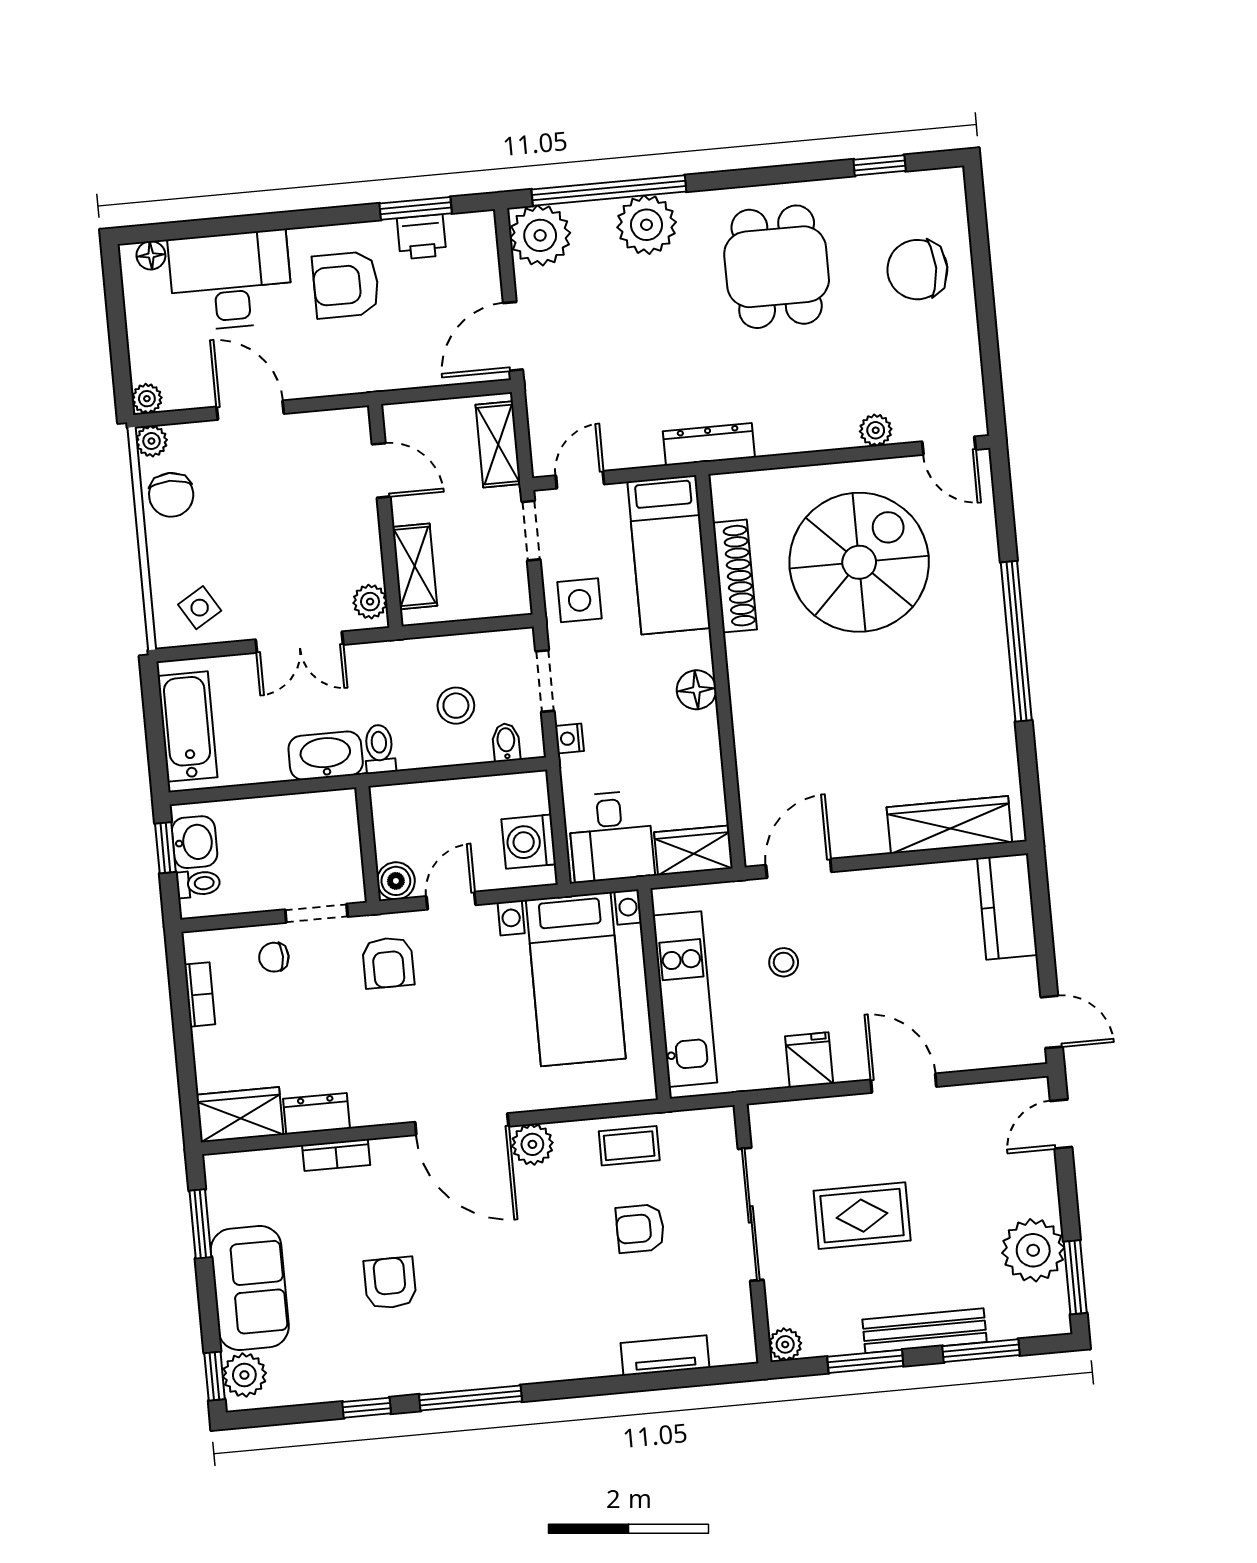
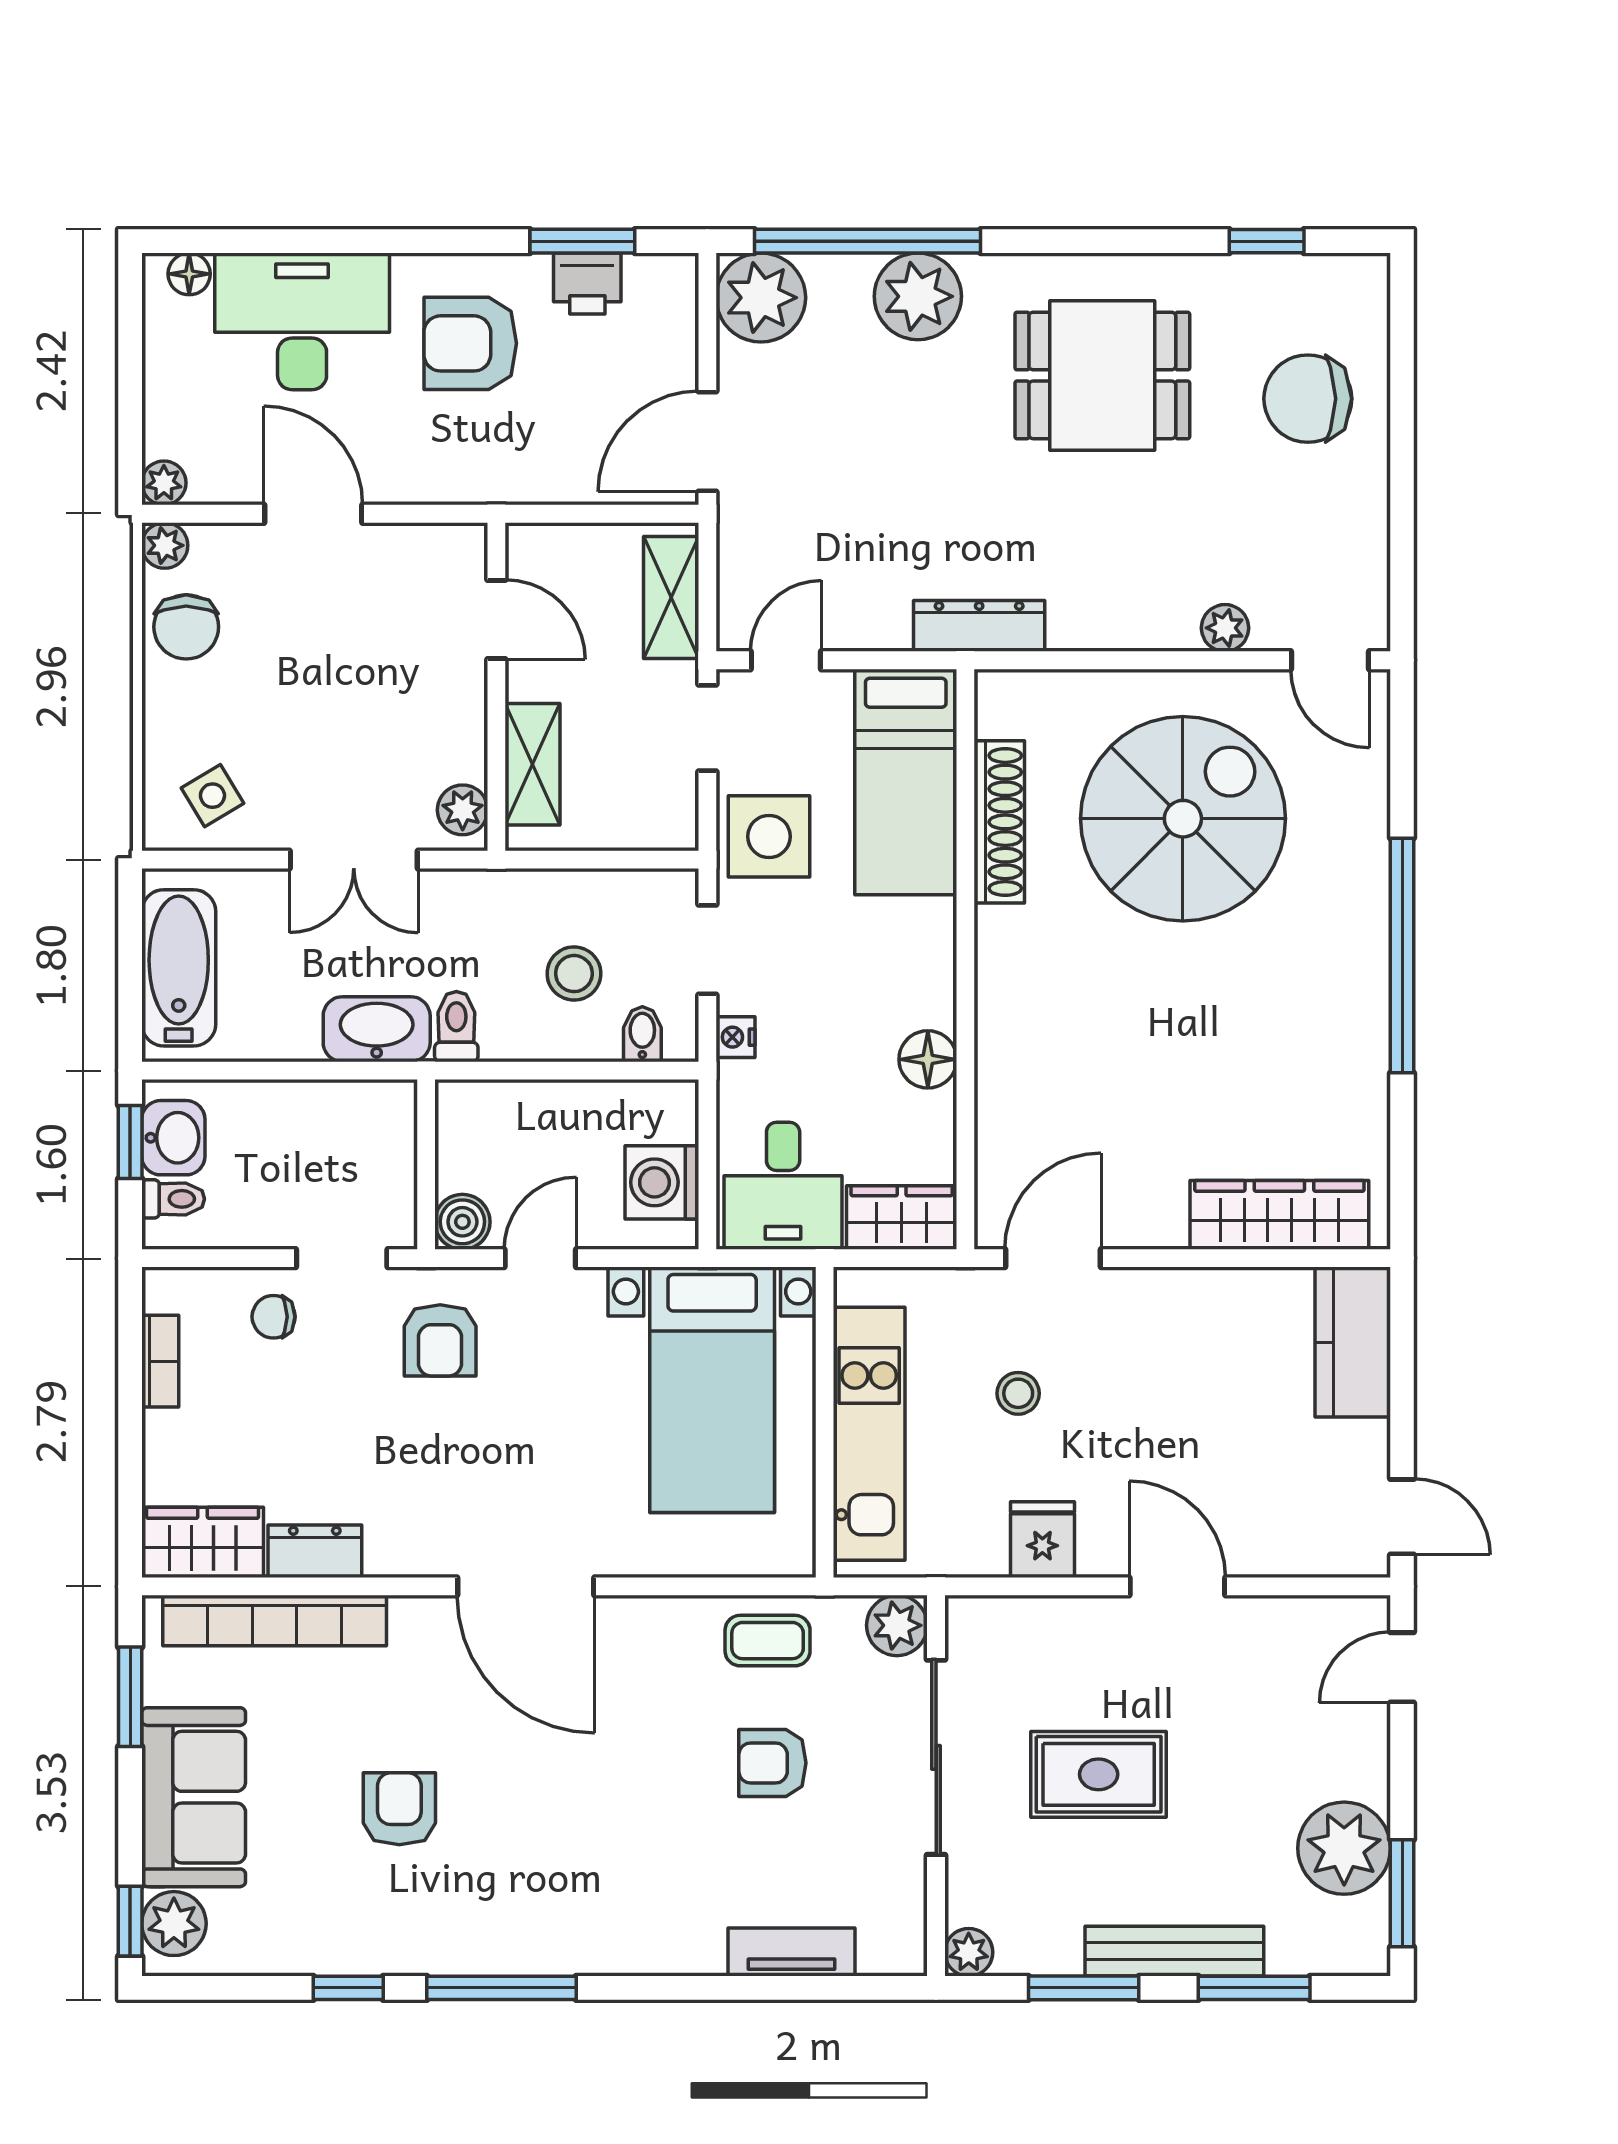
dining table: (777, 267) -> (1102, 375), turned 90
side table: (580, 600) -> (769, 836), width x1.37, depth x1.37
floor lamp: (696, 690) -> (928, 1059), moved
plant: (532, 1144) -> (897, 1625), moved
bookcase: (336, 1155) -> (275, 1621), width x2.31, depth x1.31

